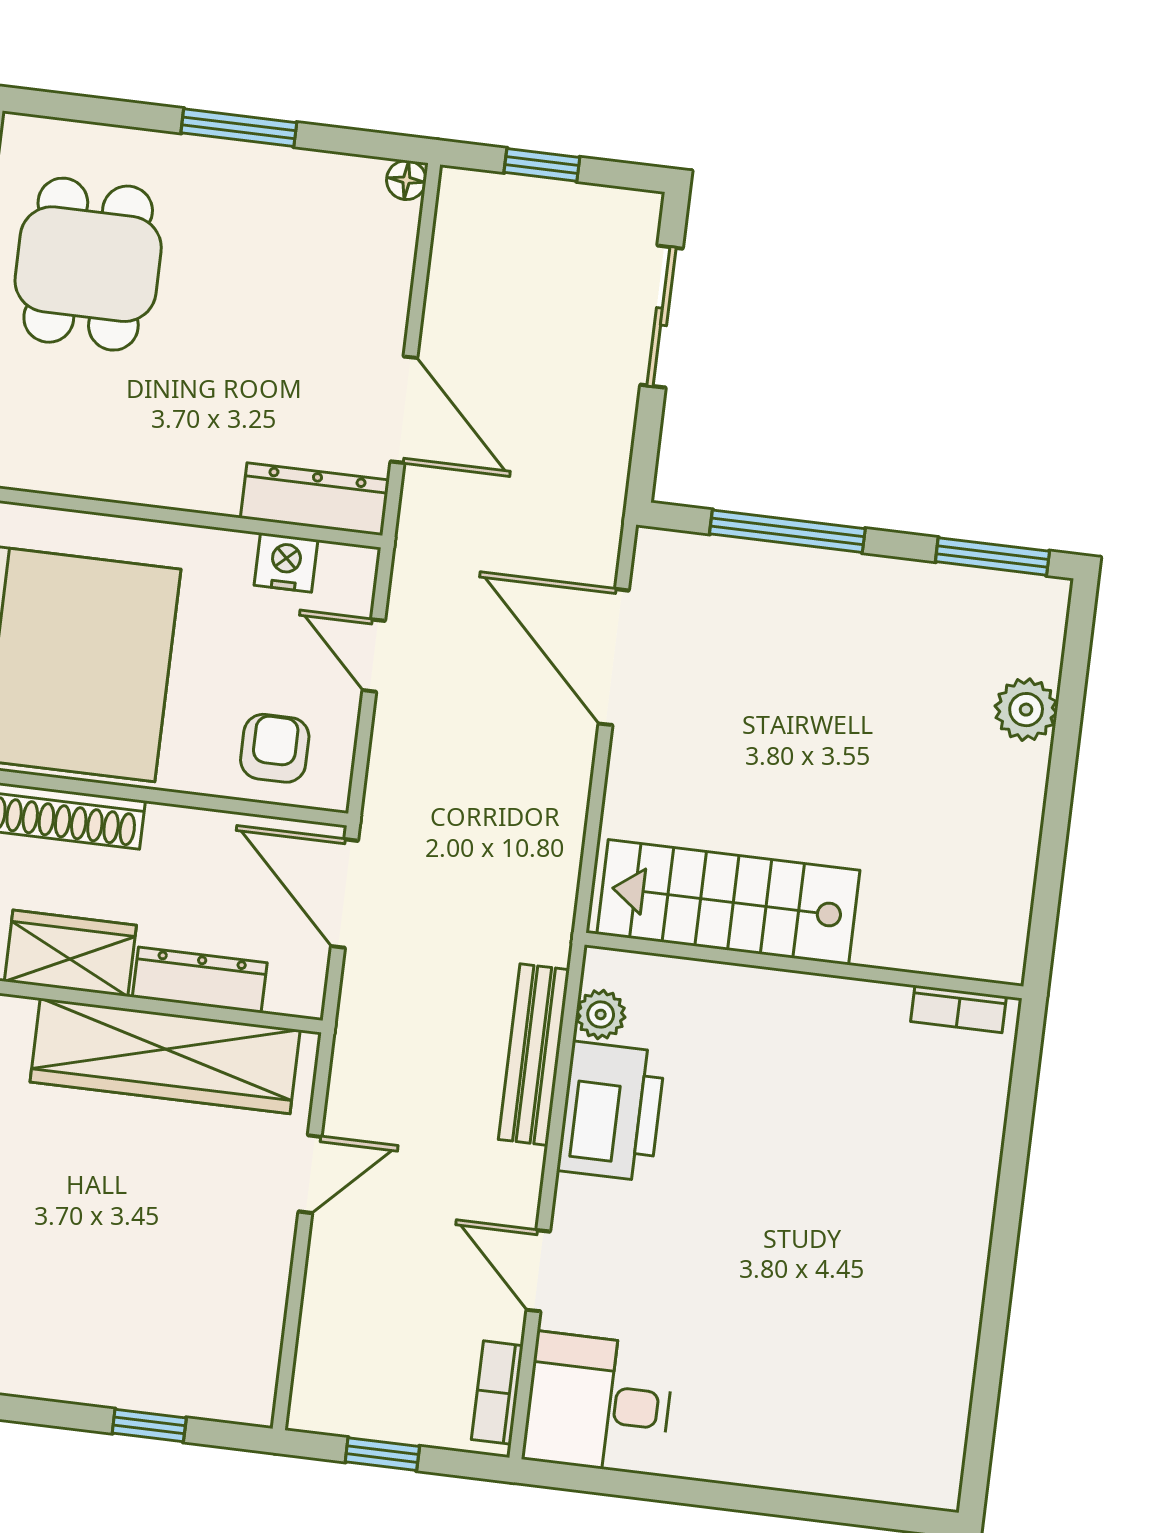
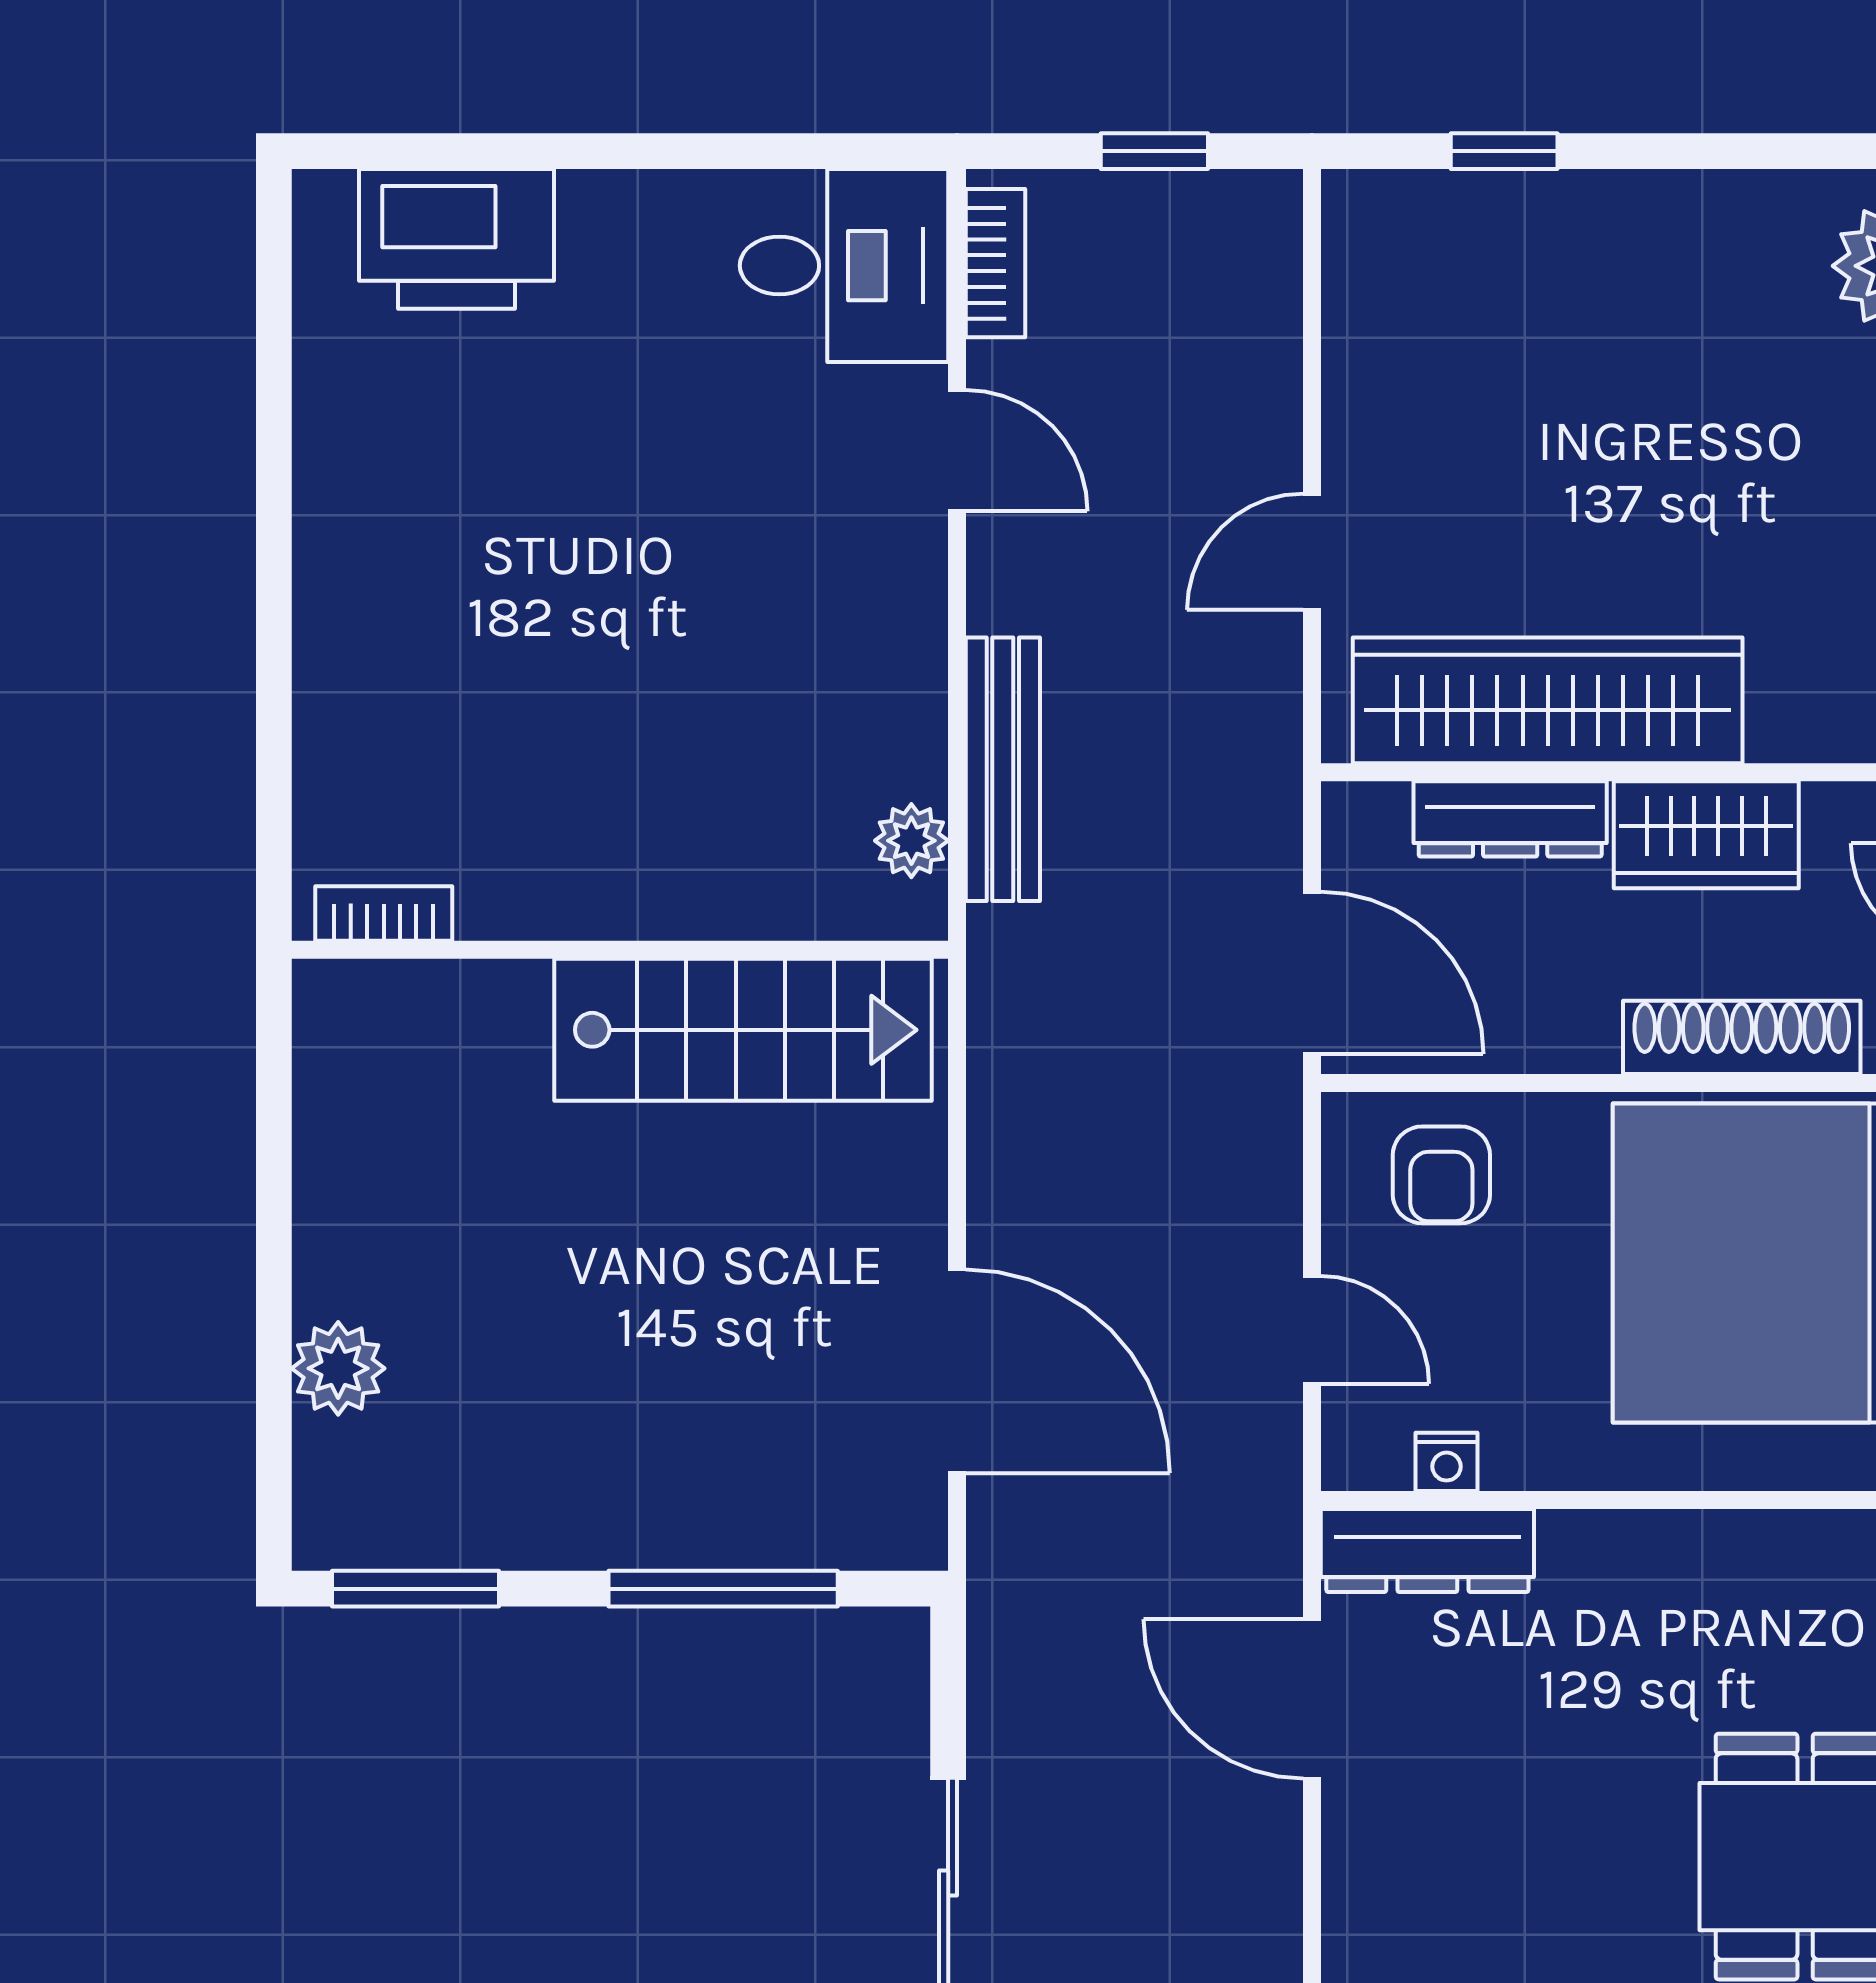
nightstand: (286, 562) -> (1447, 1462), width x0.72, depth x0.74
printer: (611, 1111) -> (456, 239), moved, turned -90

